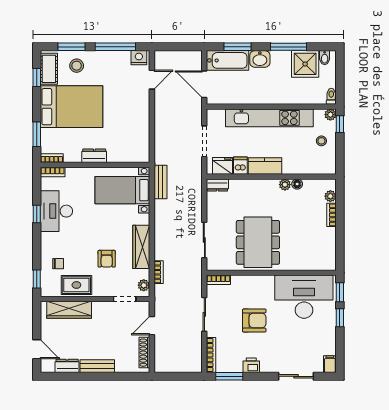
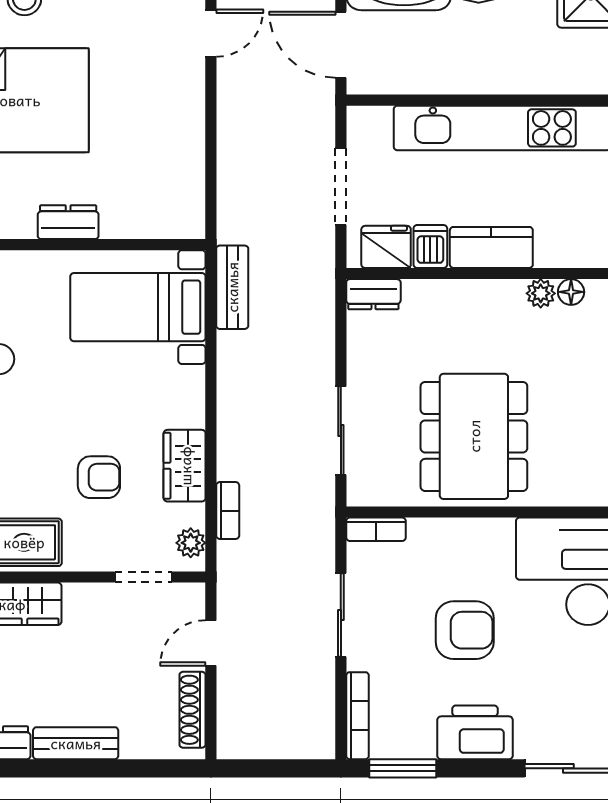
wardrobe: (141, 247) -> (185, 466), width x0.67
armchair: (107, 259) -> (99, 477), turned -90
printer: (251, 365) -> (475, 732), width x1.87, depth x1.48

